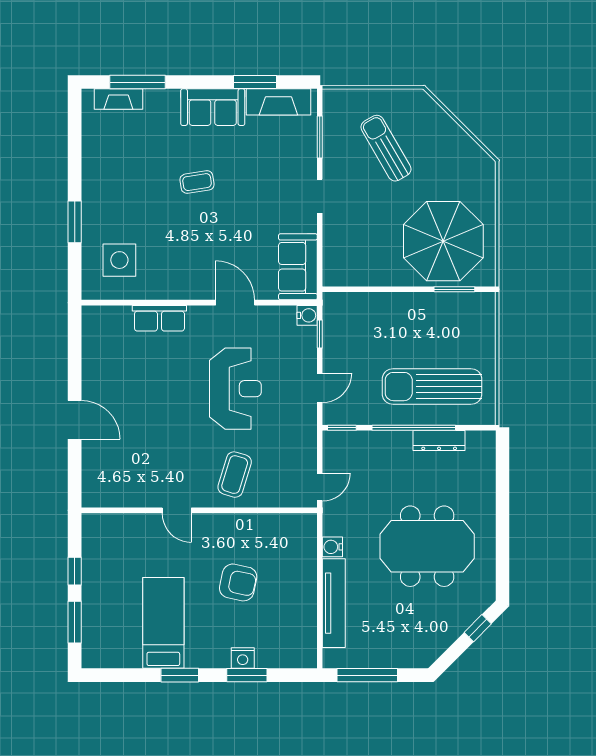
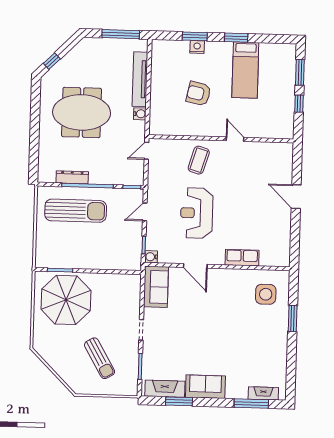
coffee table: (197, 182) -> (216, 341), removed

